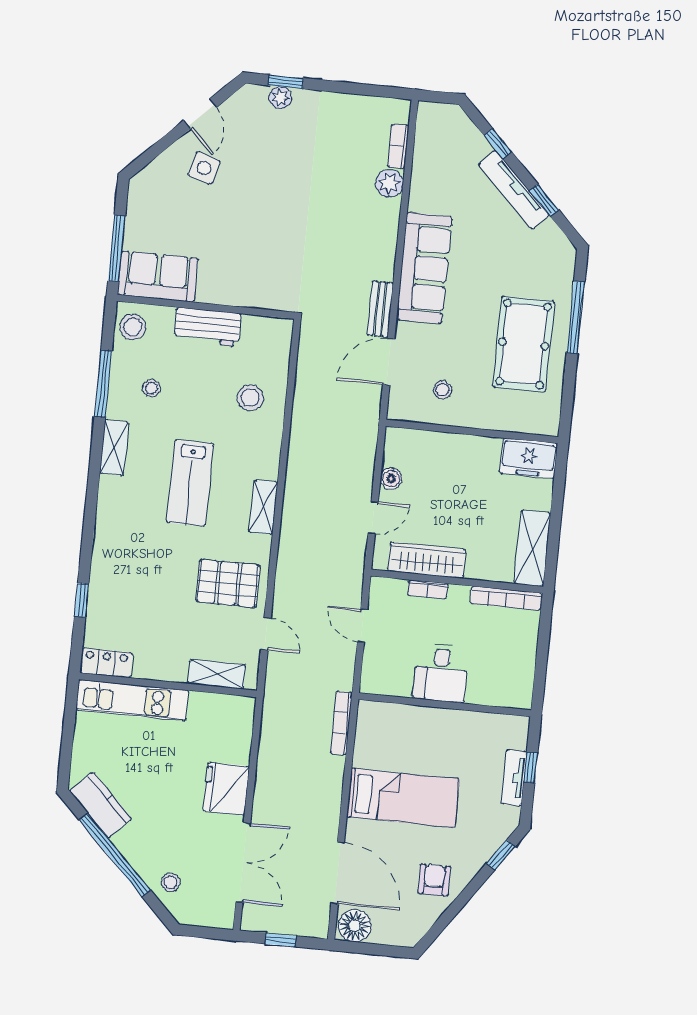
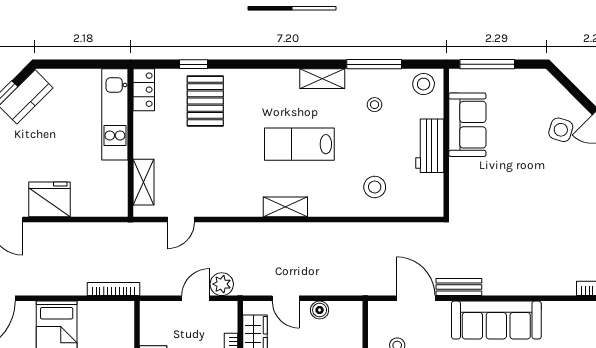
plant: (389, 183) -> (222, 284), moved
sofa: (158, 276) -> (467, 125), moved
pallet: (228, 583) -> (205, 101), moved

